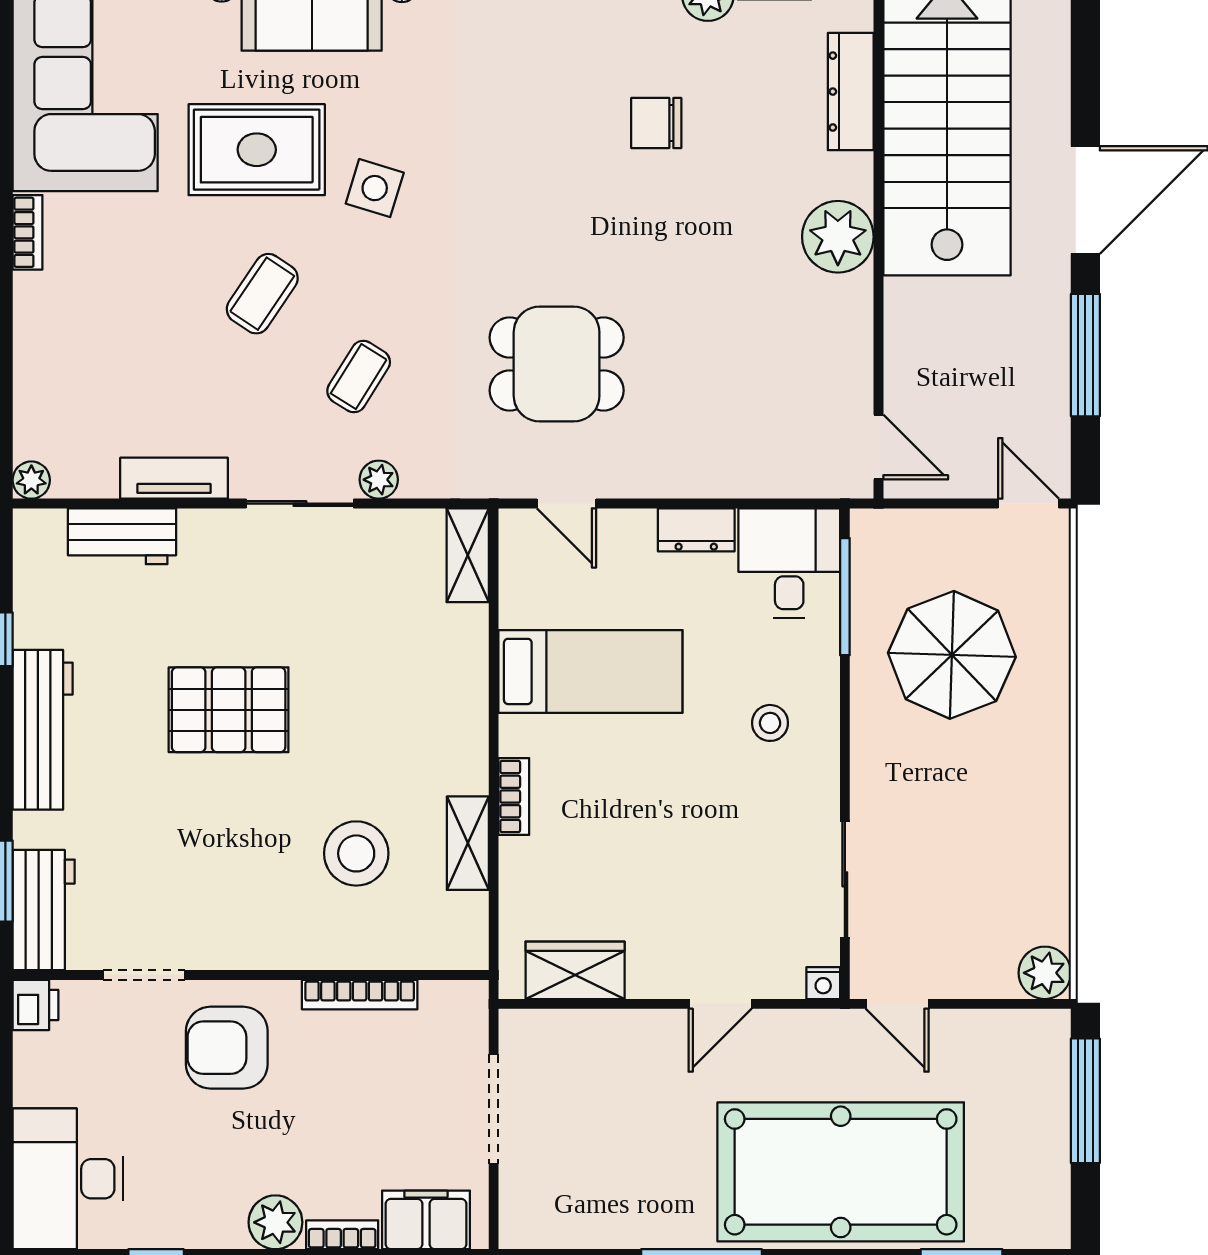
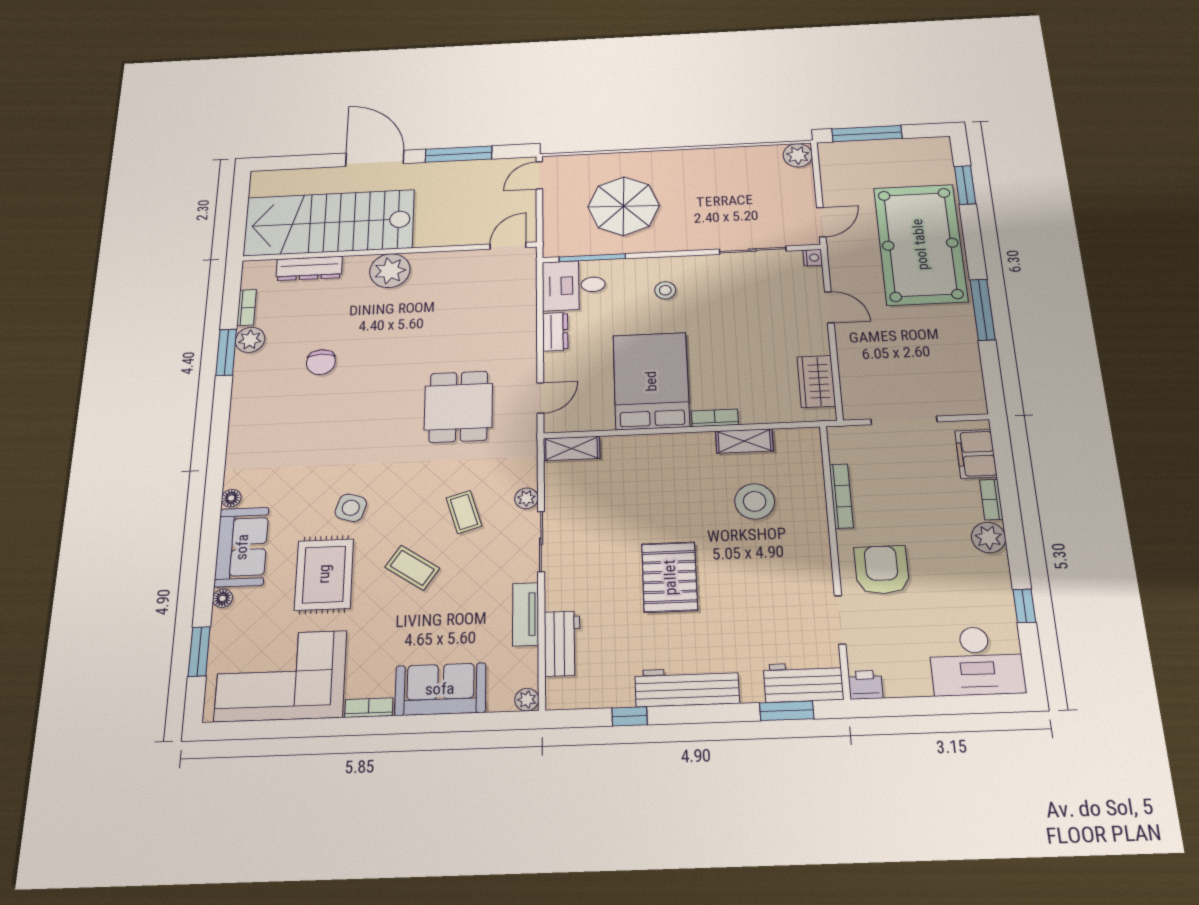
sofa: (54, 344) -> (440, 689), added
coffee table: (359, 377) -> (464, 512), turned 41
bed: (590, 671) -> (651, 381), width x1.50
armchair: (227, 1048) -> (882, 570), turned 180

